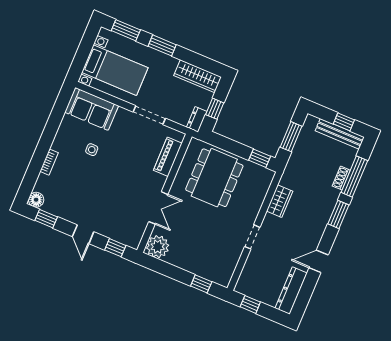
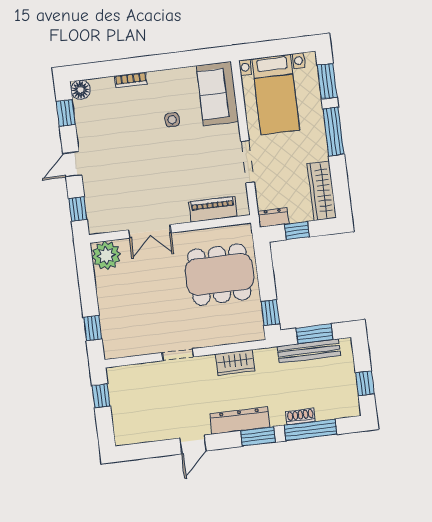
window: (162, 45) -> (333, 131), width x1.44
bench: (340, 134) -> (309, 351), moved, turned 90
door: (319, 261) -> (193, 445), swing flipped
dresser: (291, 291) -> (240, 420), moved

